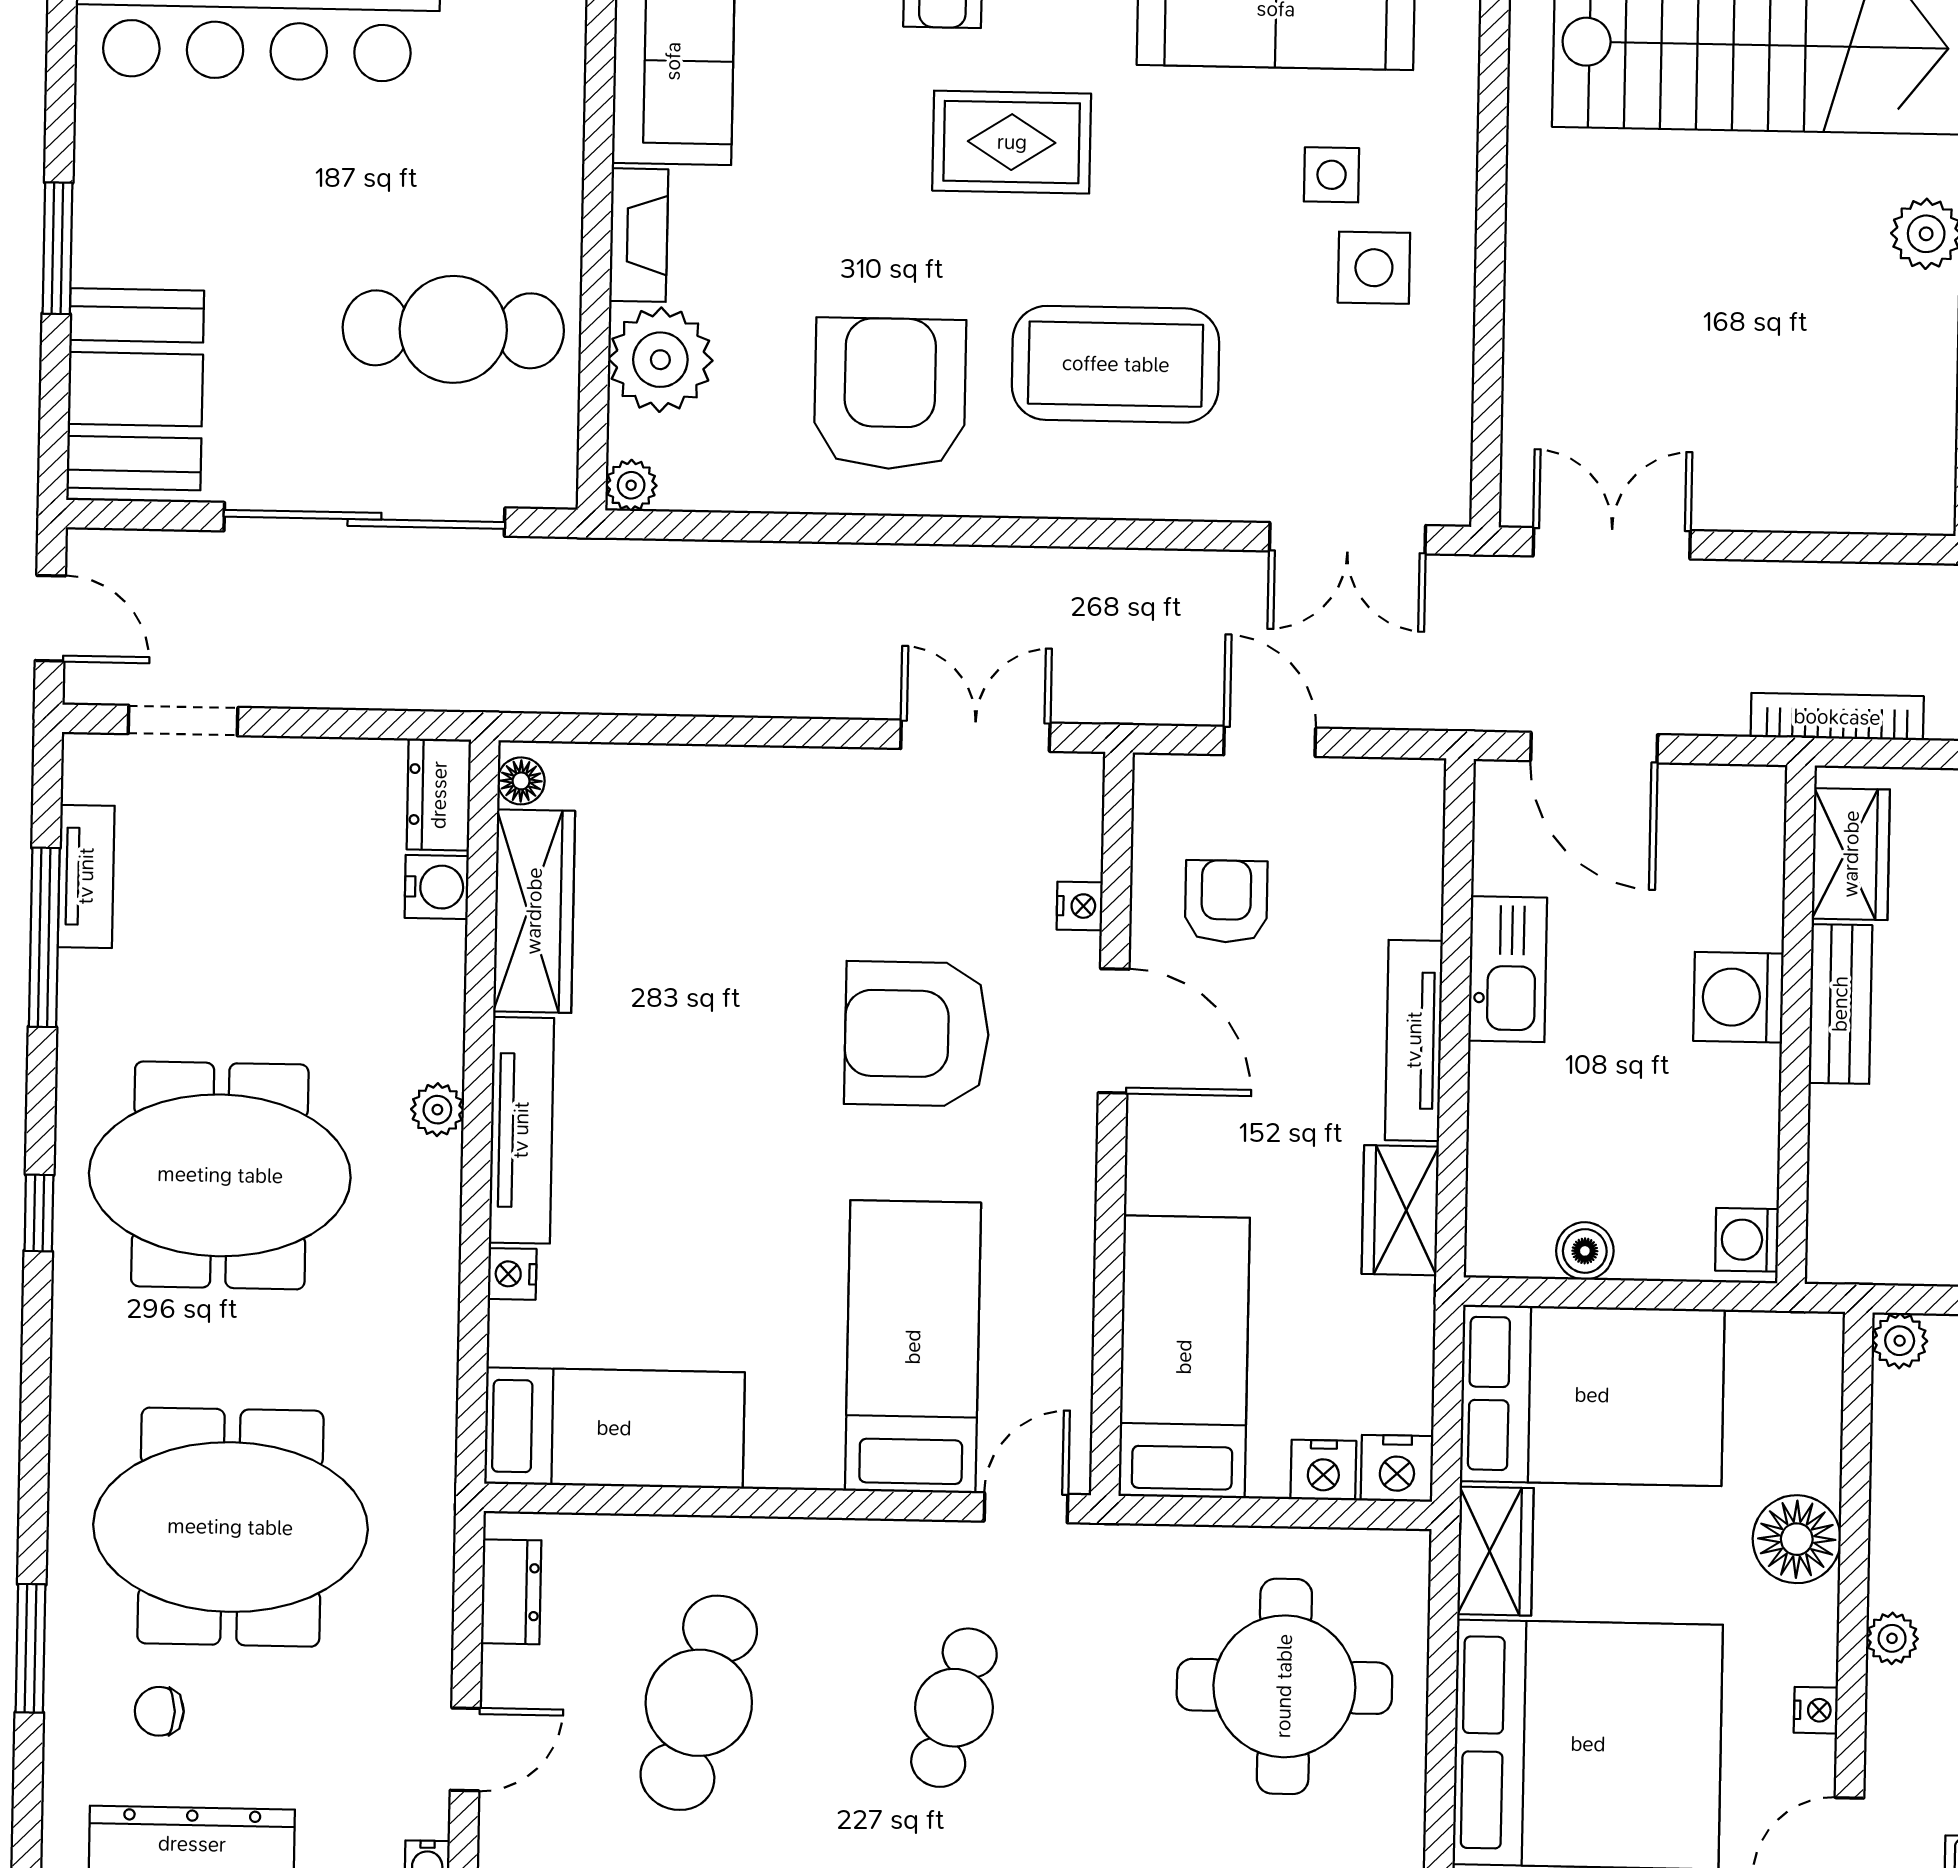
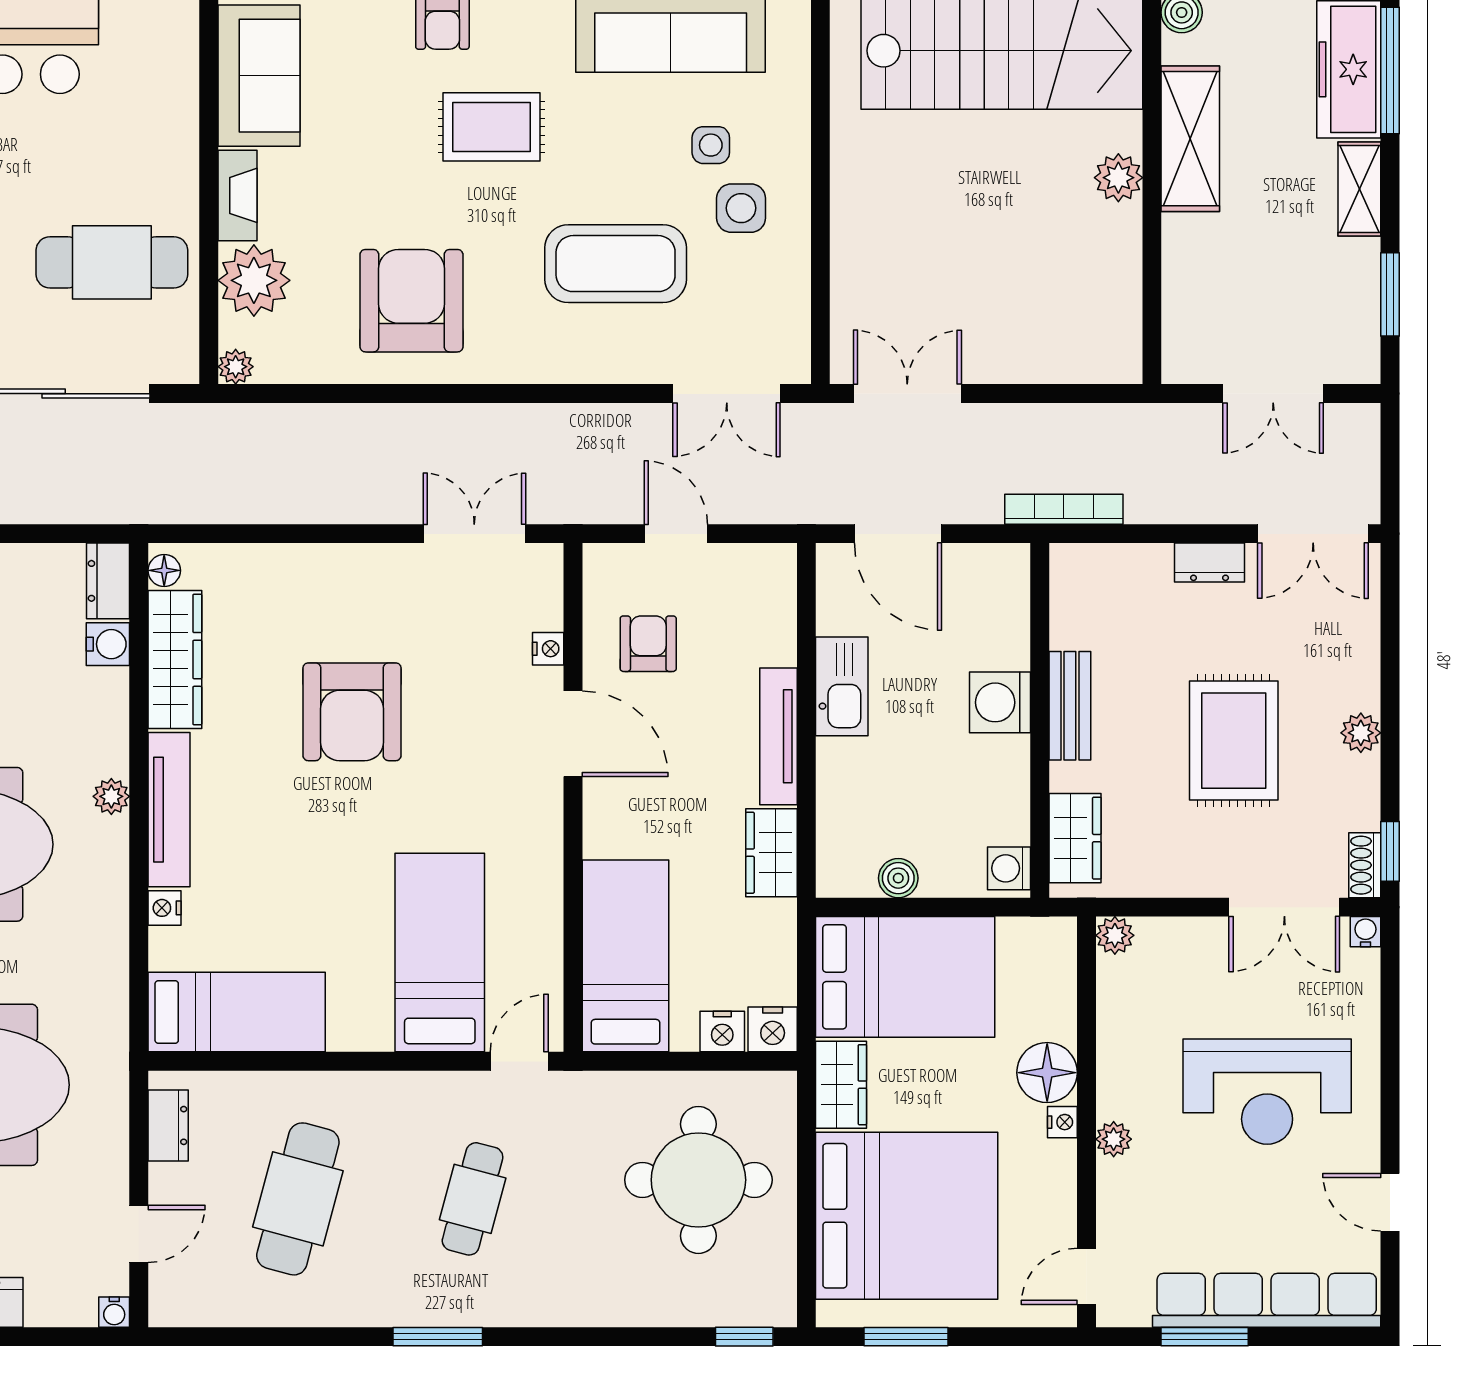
coffee table: (1116, 364) -> (616, 264), moved
wardrobe: (1851, 854) -> (1075, 838), moved
armchair: (917, 1034) -> (352, 712), moved, turned -90
nightstand: (1816, 1710) -> (1062, 1122), moved

